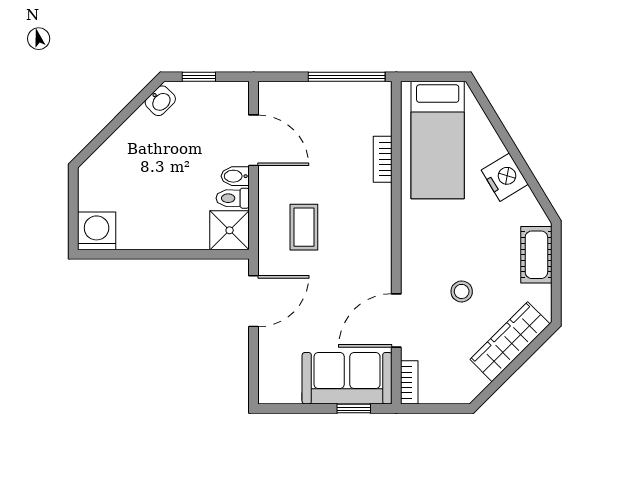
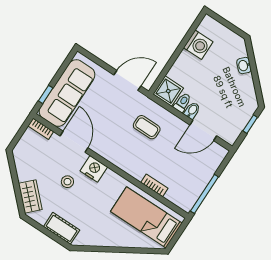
washbasin: (160, 101) -> (244, 66), moved
nightstand: (505, 177) -> (94, 169), moved, turned -149
washing machine: (97, 231) -> (198, 45), moved
door: (254, 301) -> (127, 81), swing flipped
wardrobe: (510, 342) -> (30, 196), width x0.67
sofa: (347, 378) -> (67, 93), width x1.36

